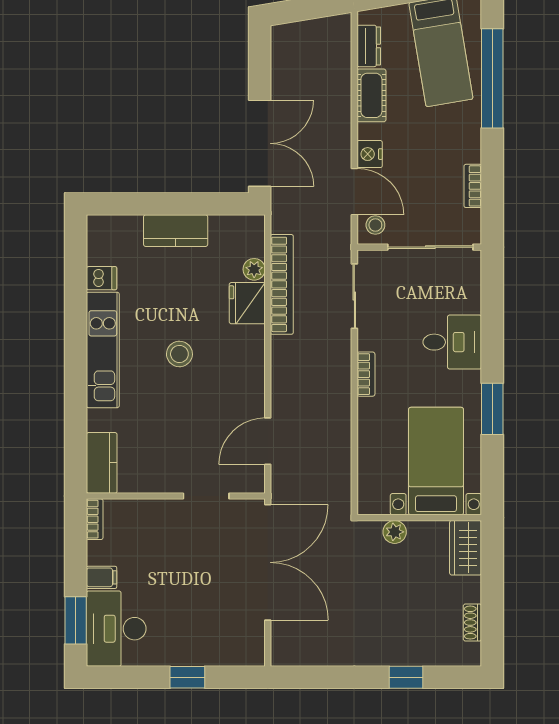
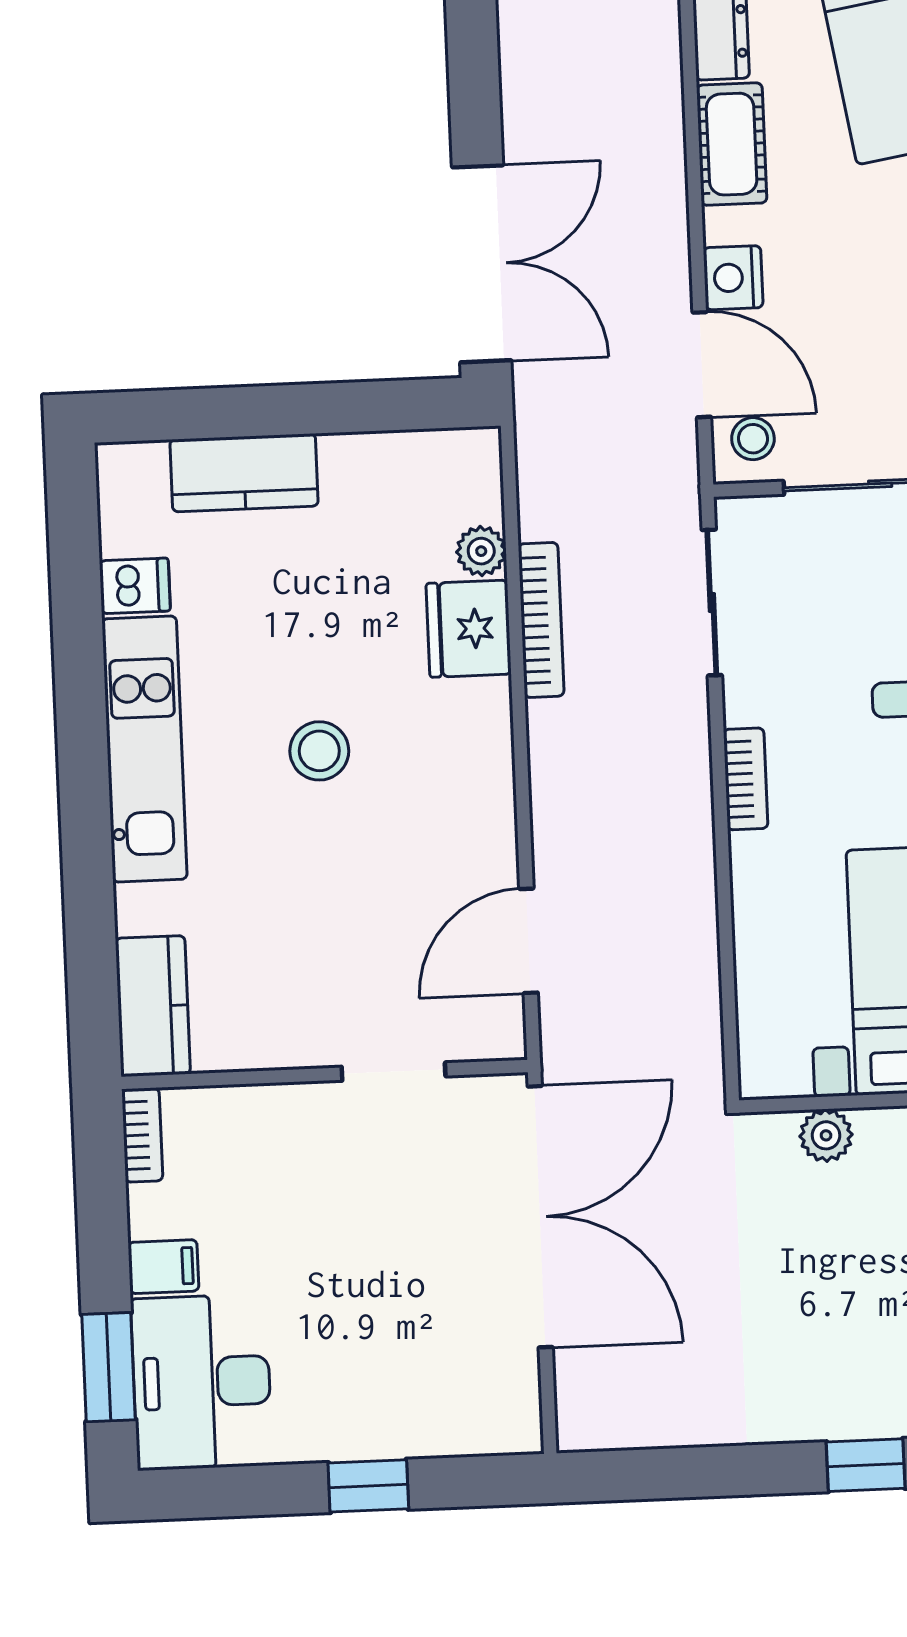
kitchen counter: (176, 231) -> (244, 473), moved
bookcase: (282, 284) -> (541, 620), width x0.68, depth x0.76

